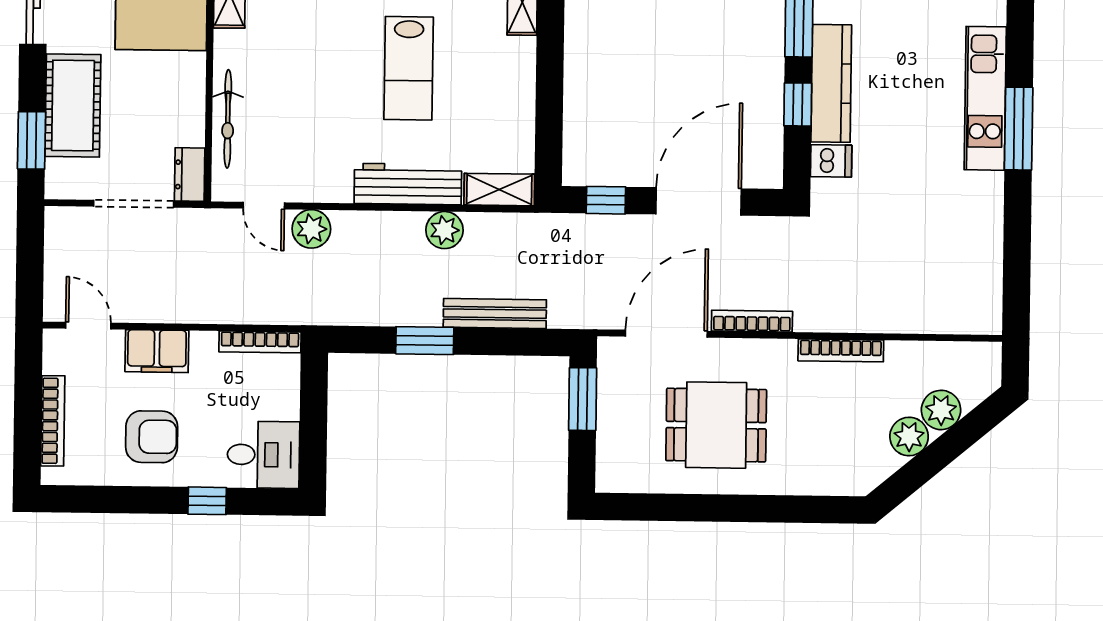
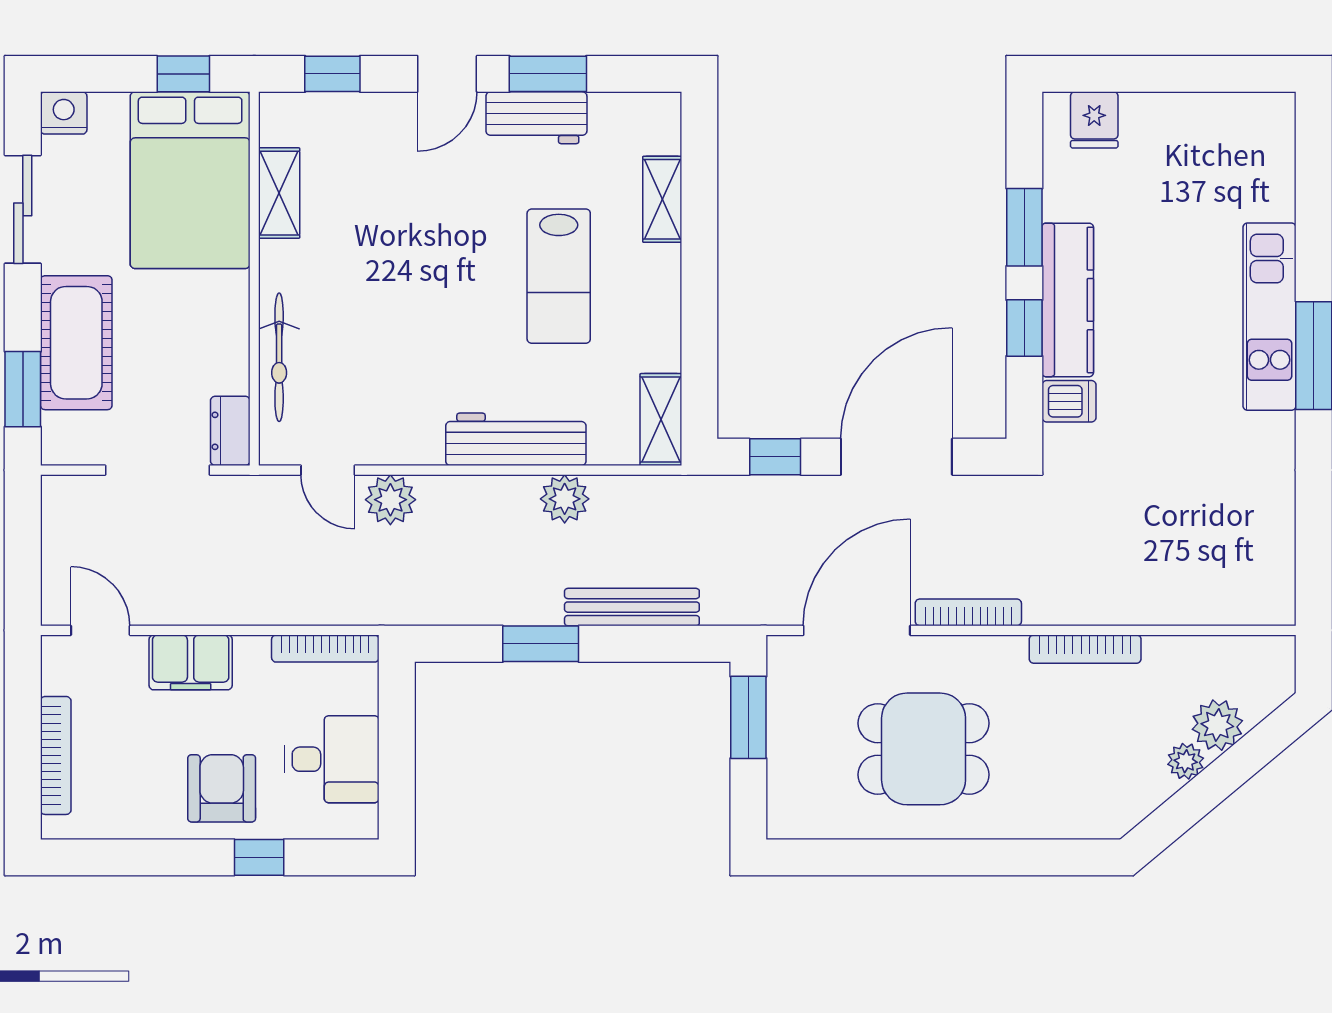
lab bench: (409, 68) -> (559, 276), moved
shelving: (499, 190) -> (661, 420), moved, turned 90
armchair: (152, 437) -> (222, 788), moved, turned -90
plant: (909, 437) -> (1186, 761), width x0.73, depth x0.73
desk: (263, 455) -> (332, 759), moved

